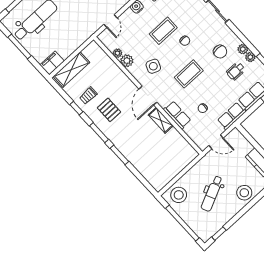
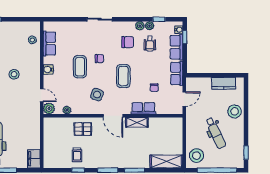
plant: (127, 61) -> (49, 109), moved
shelving: (71, 70) -> (166, 162), moved, turned 90
pallet: (109, 110) -> (83, 129), moved

